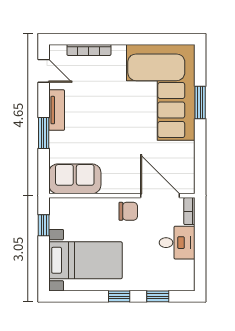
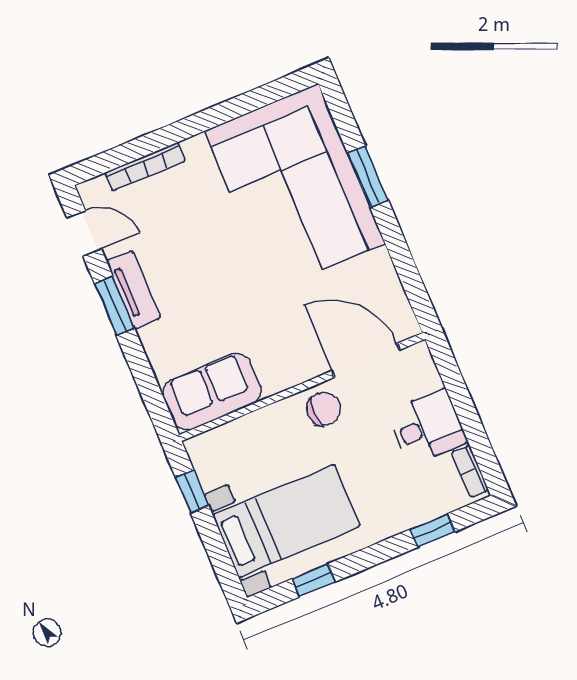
window: (44, 133) -> (115, 306), moved
bookcase: (189, 211) -> (470, 471), moved
window: (119, 296) -> (314, 580), moved

